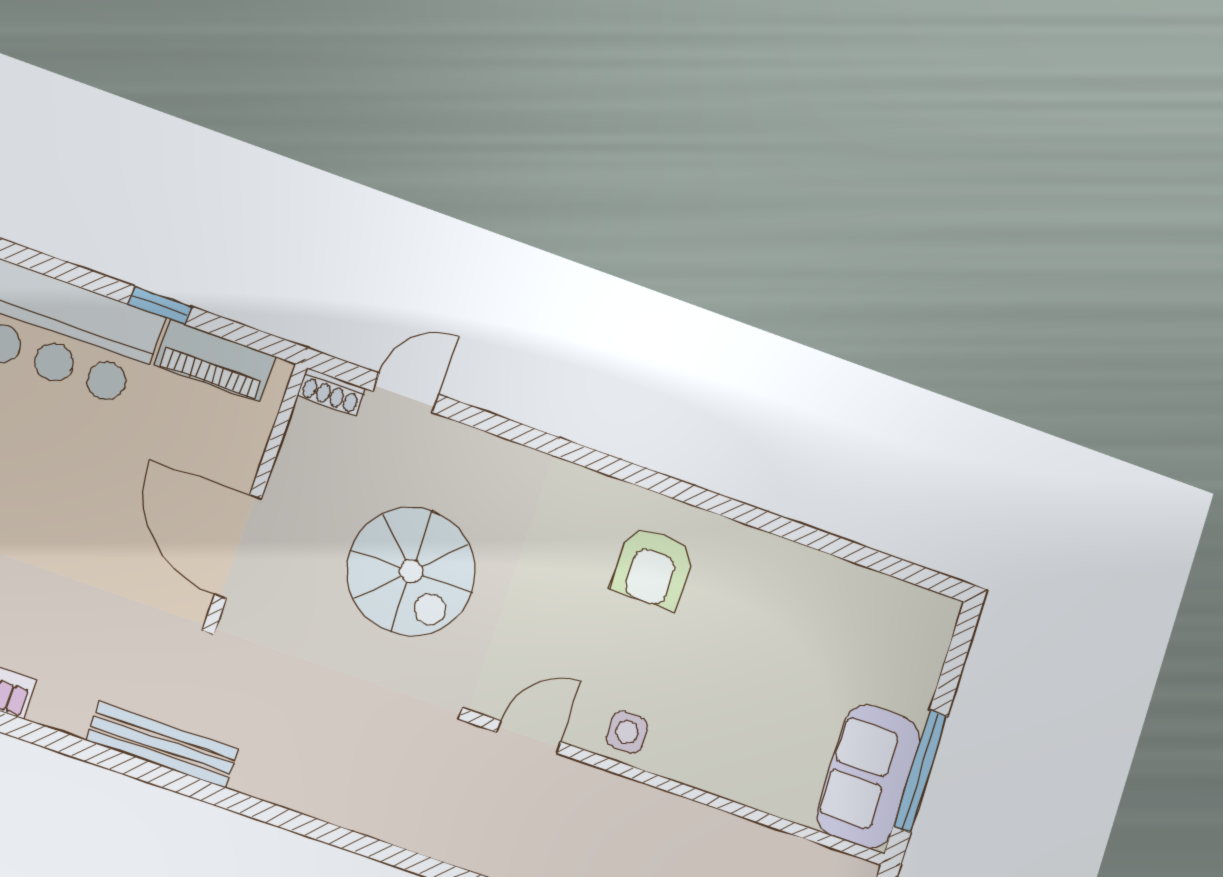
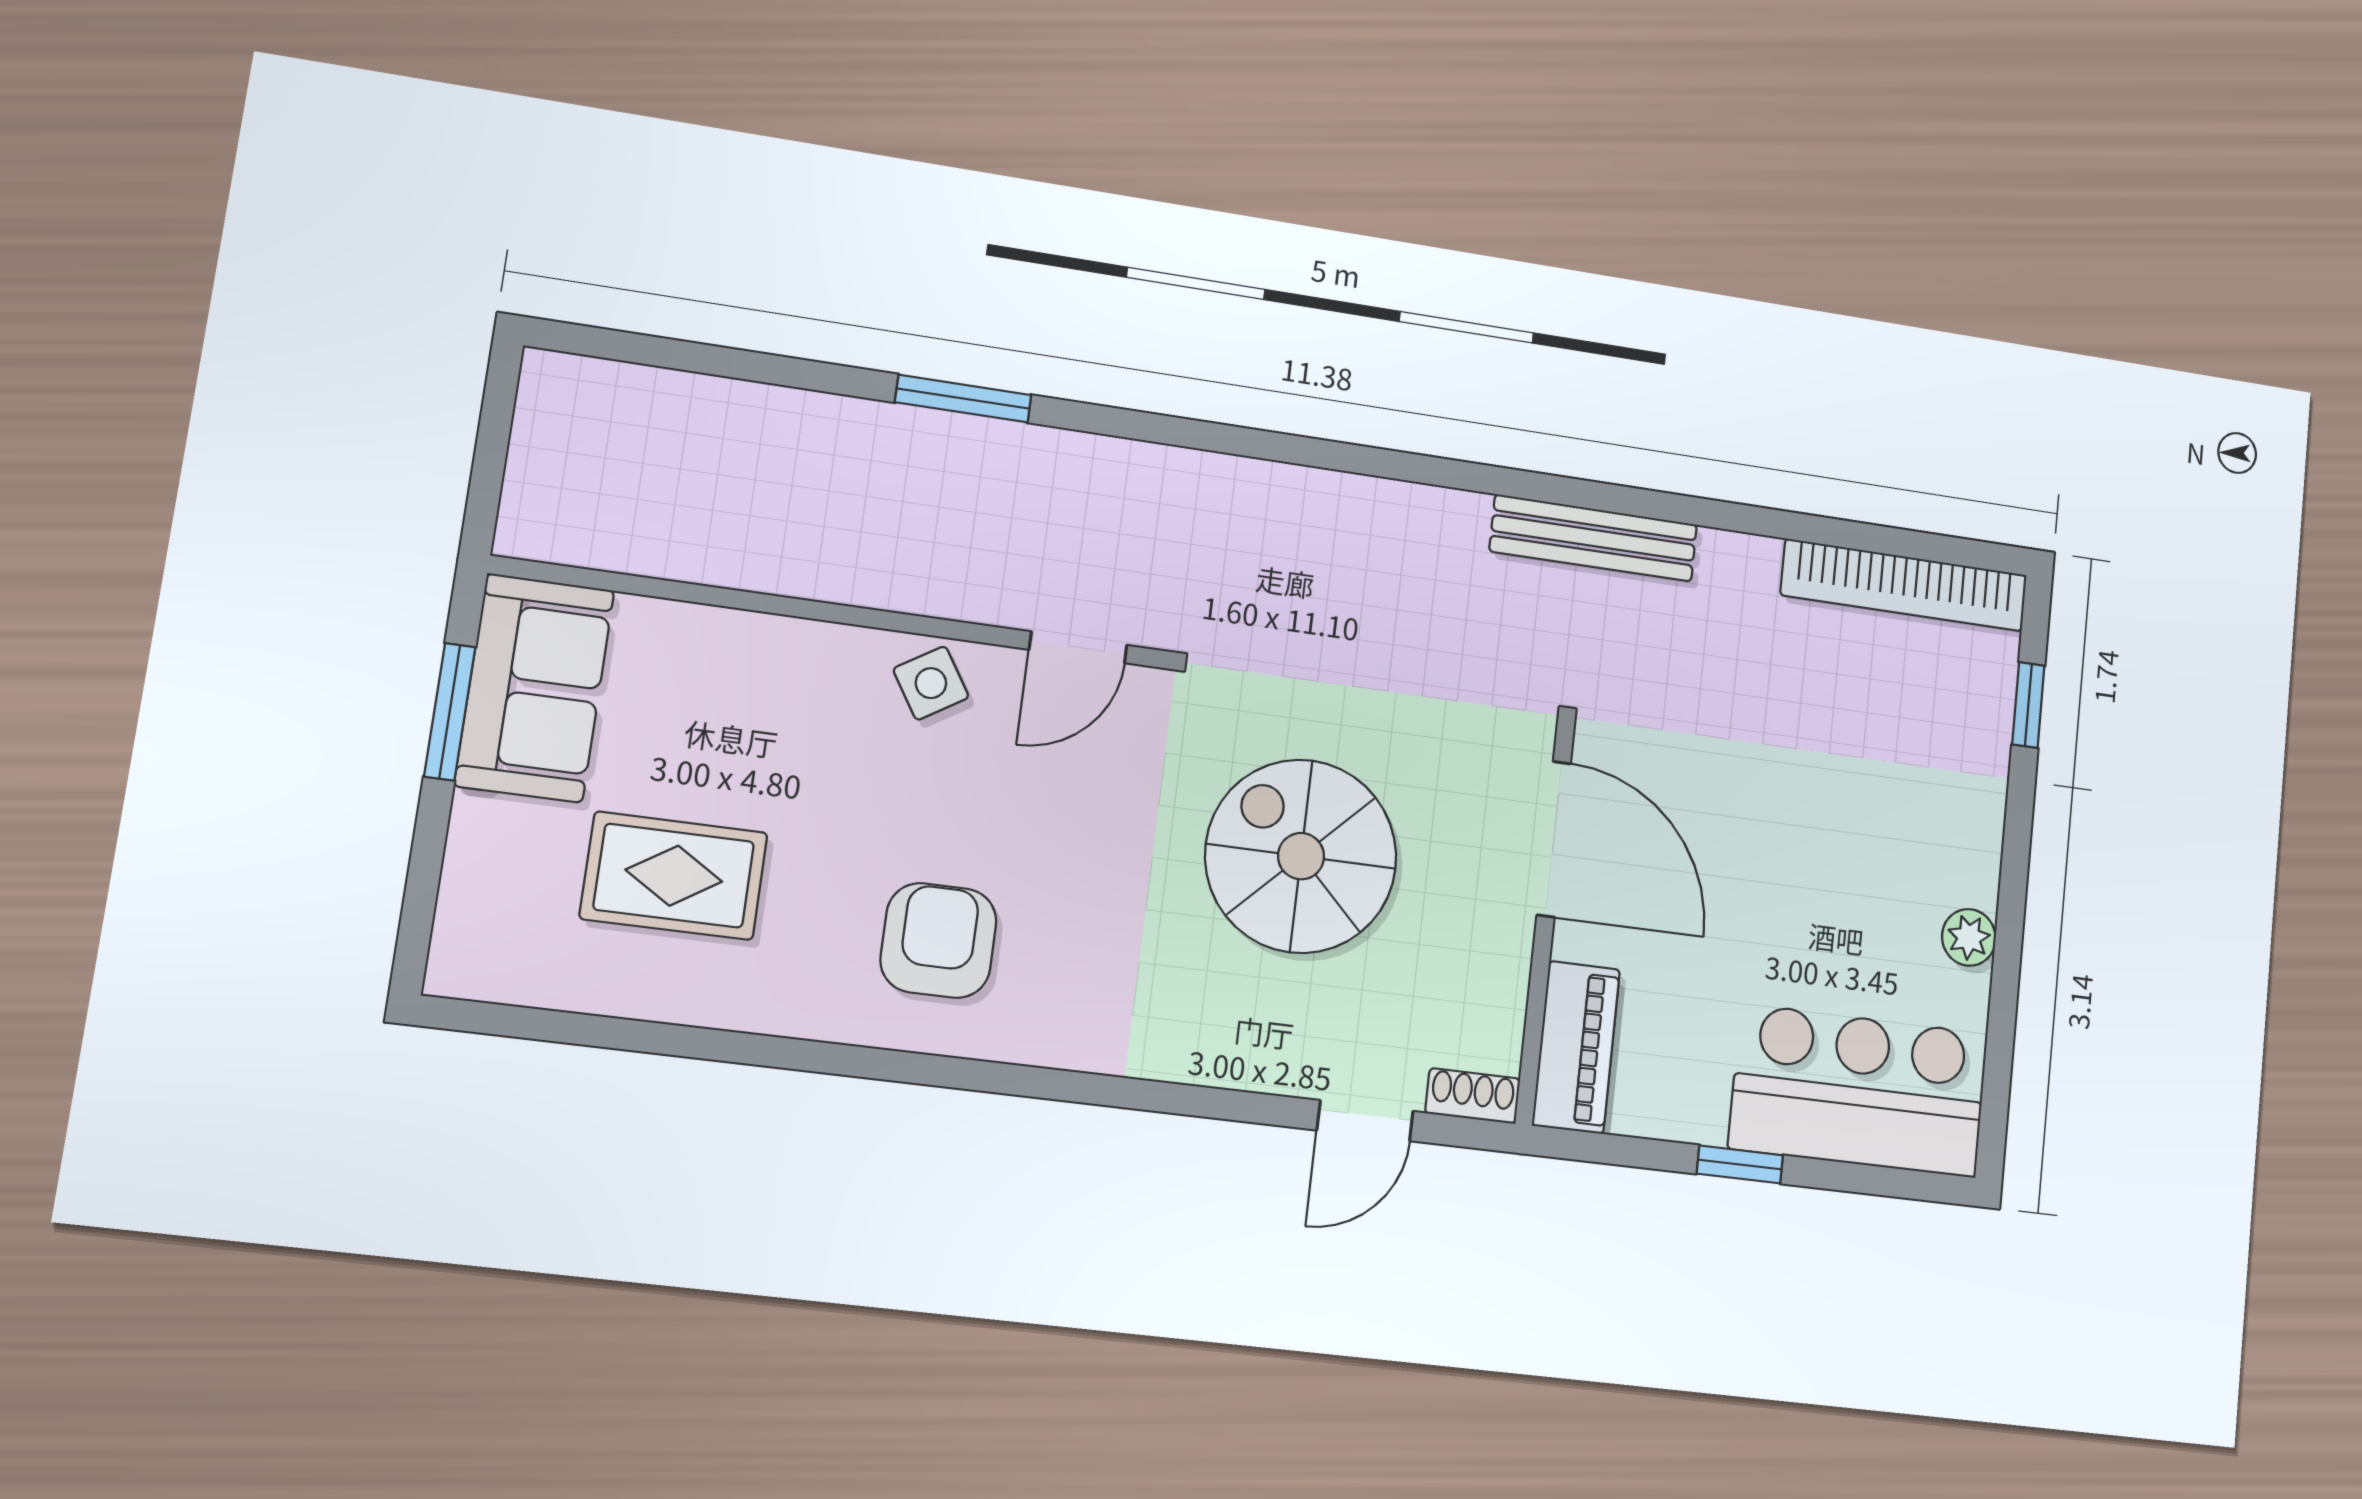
piano: (215, 361) -> (1576, 1047), moved, turned 90
rug: (806, 642) -> (674, 876), added
side table: (627, 732) -> (931, 683), turned -32
window: (920, 771) -> (450, 712), width x0.69

